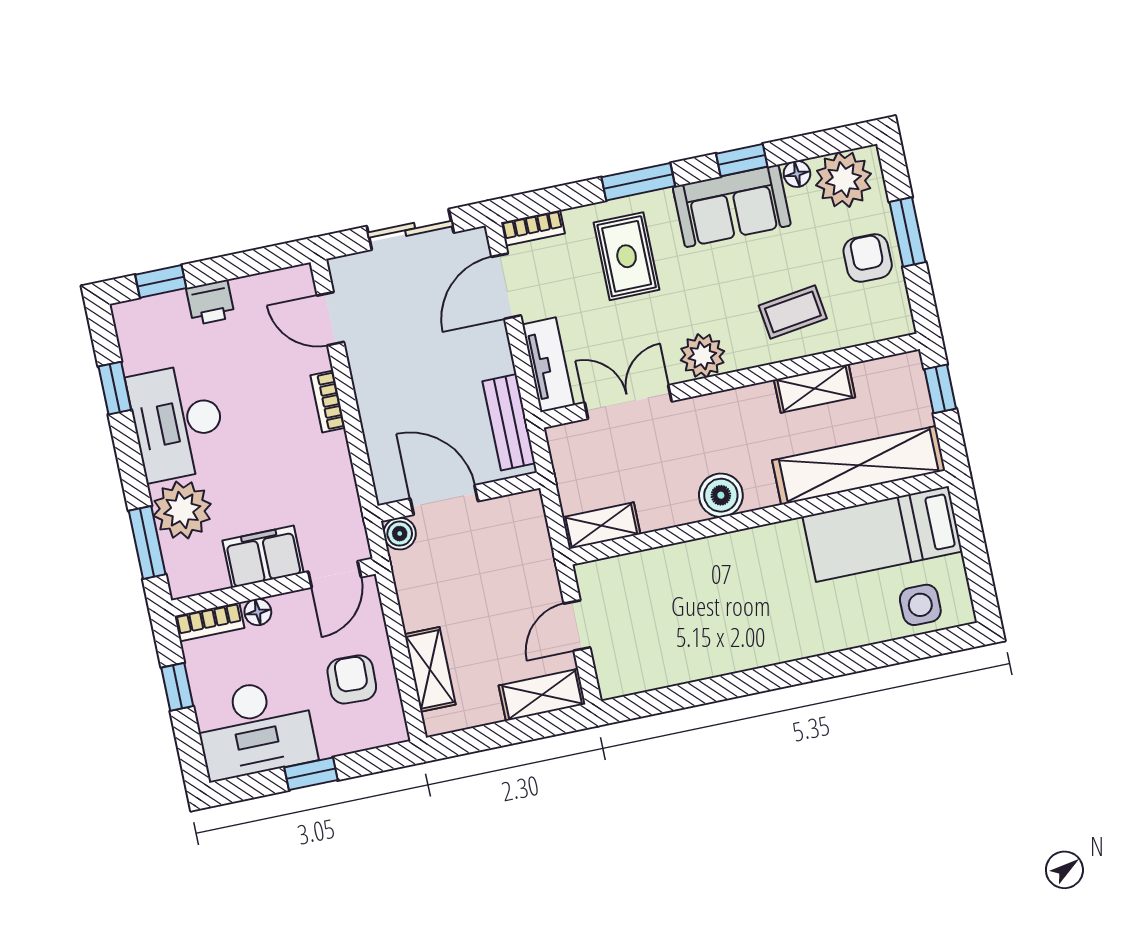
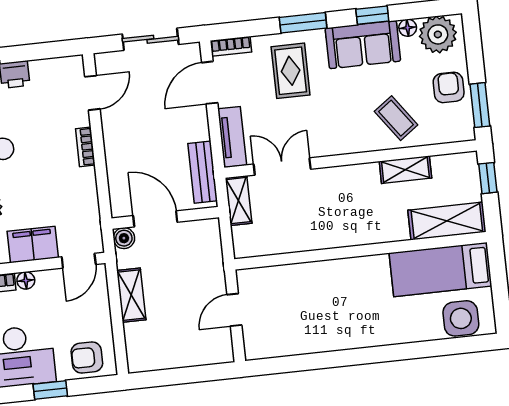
window: (907, 232) -> (480, 105), moved
coffee table: (793, 312) -> (396, 118), turned 62
door: (330, 319) -> (92, 93), swing flipped
plant: (702, 356) -> (334, 141), removed
shelving: (859, 465) -> (447, 221), width x0.68
boiler: (721, 495) -> (337, 234), removed
shelving: (601, 526) -> (239, 201), moved, turned 90
side table: (920, 605) -> (461, 318), width x1.37, depth x1.37
shelving: (430, 669) -> (131, 295), moved
armchair: (352, 679) -> (87, 357), moved, turned -92
shelving: (542, 695) -> (207, 353), removed

